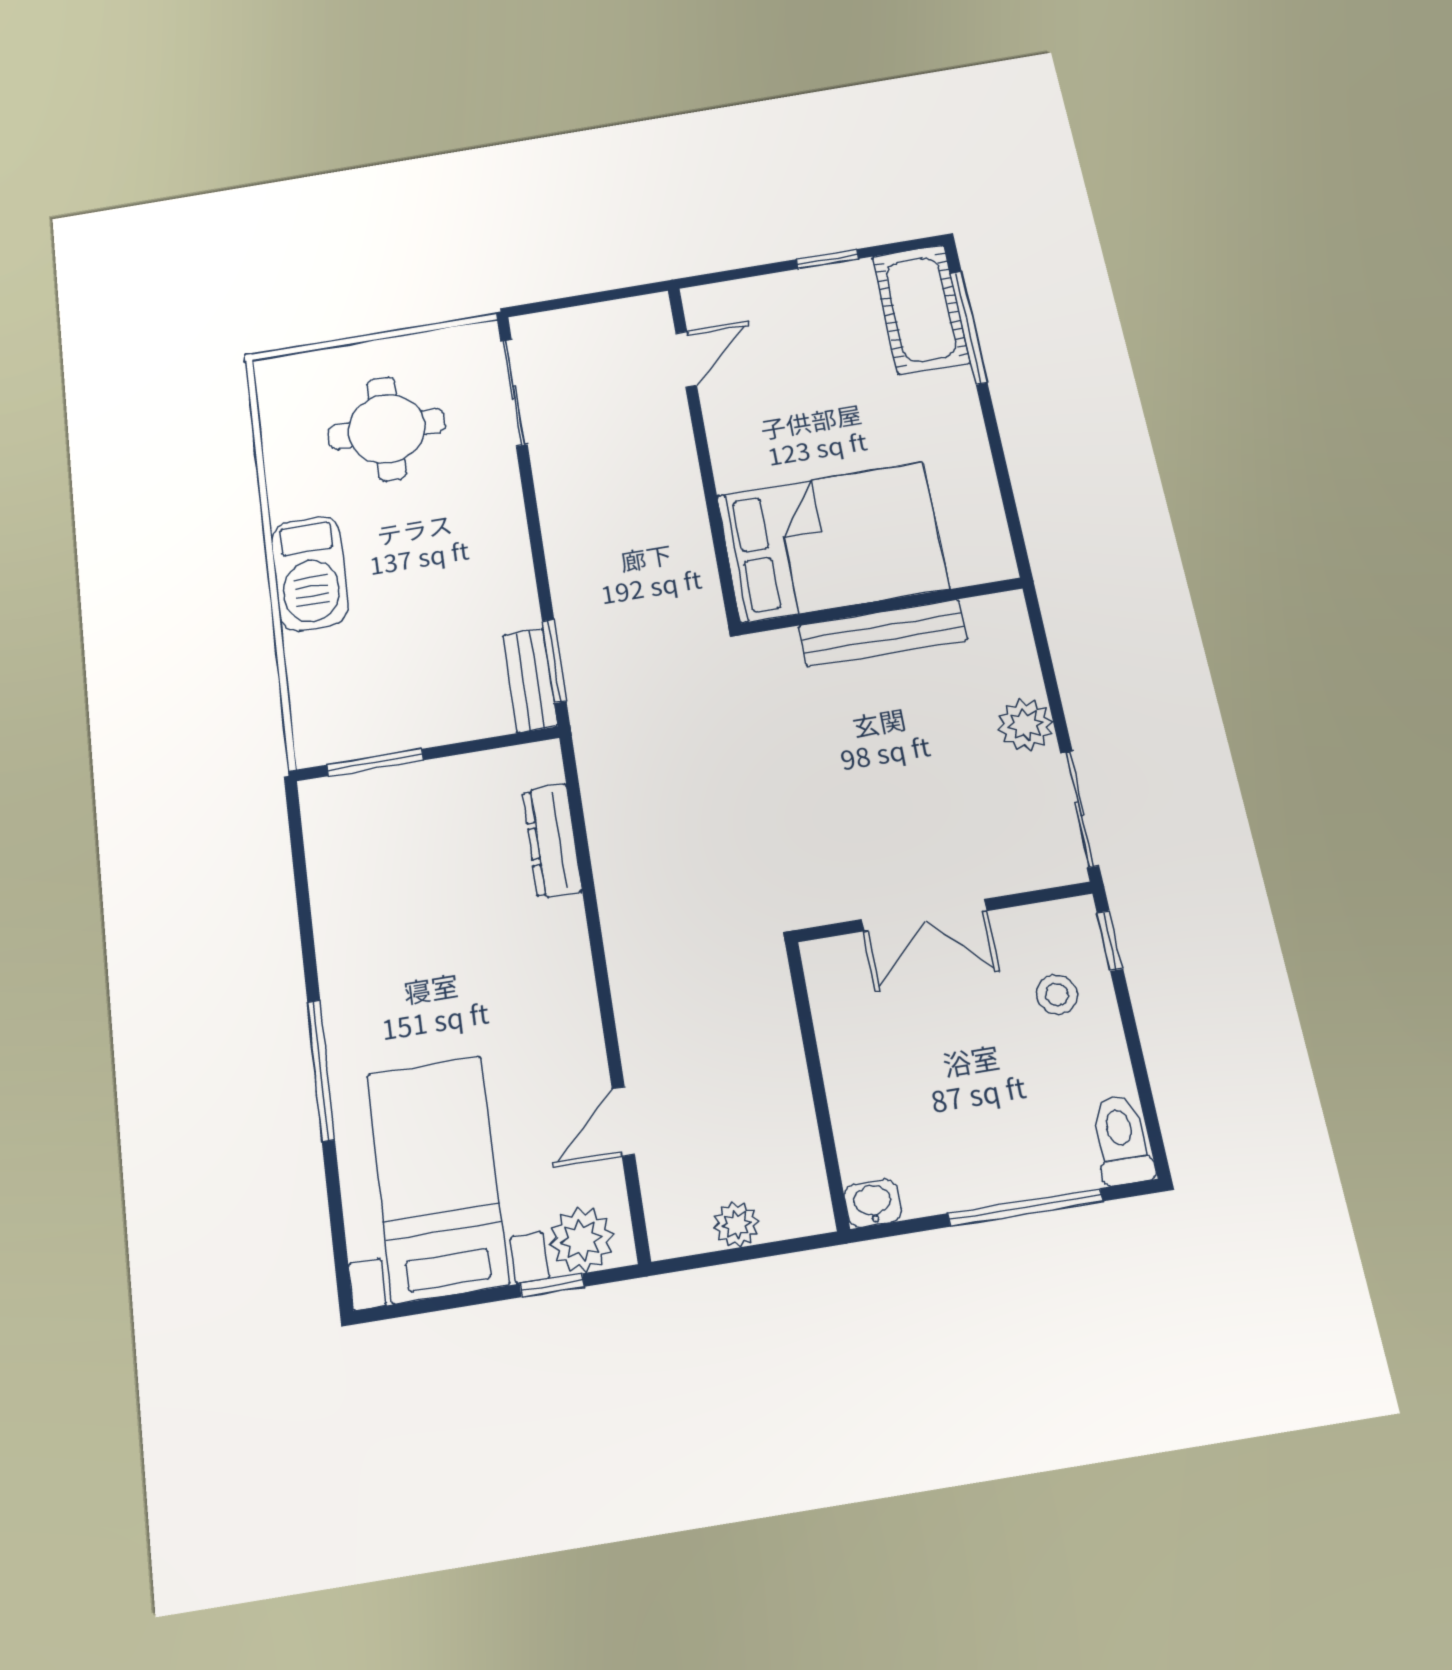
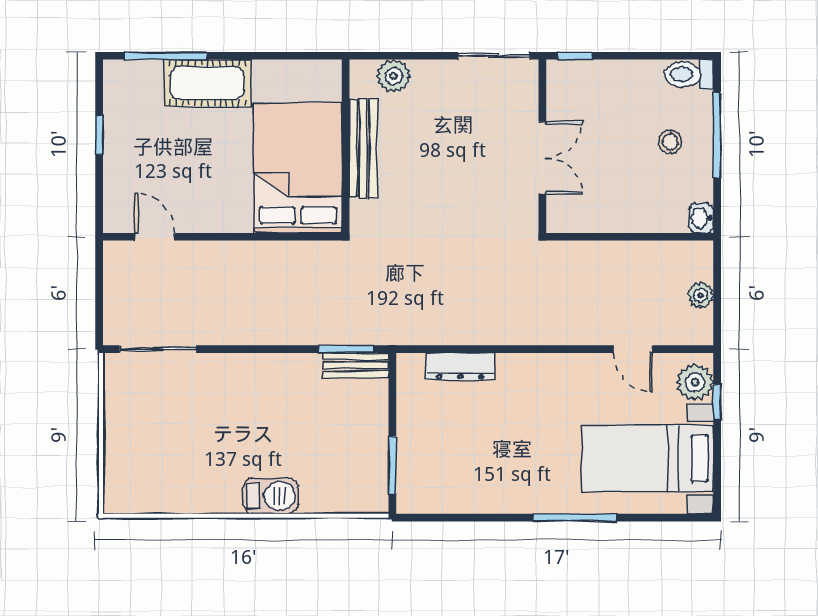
cot: (921, 309) -> (208, 83), moved
round table: (387, 429) -> (169, 433), removed
barbecue: (310, 573) -> (271, 496), width x0.73, depth x0.83
plant: (1025, 725) -> (394, 76), moved
stool: (1057, 994) -> (670, 142), moved

